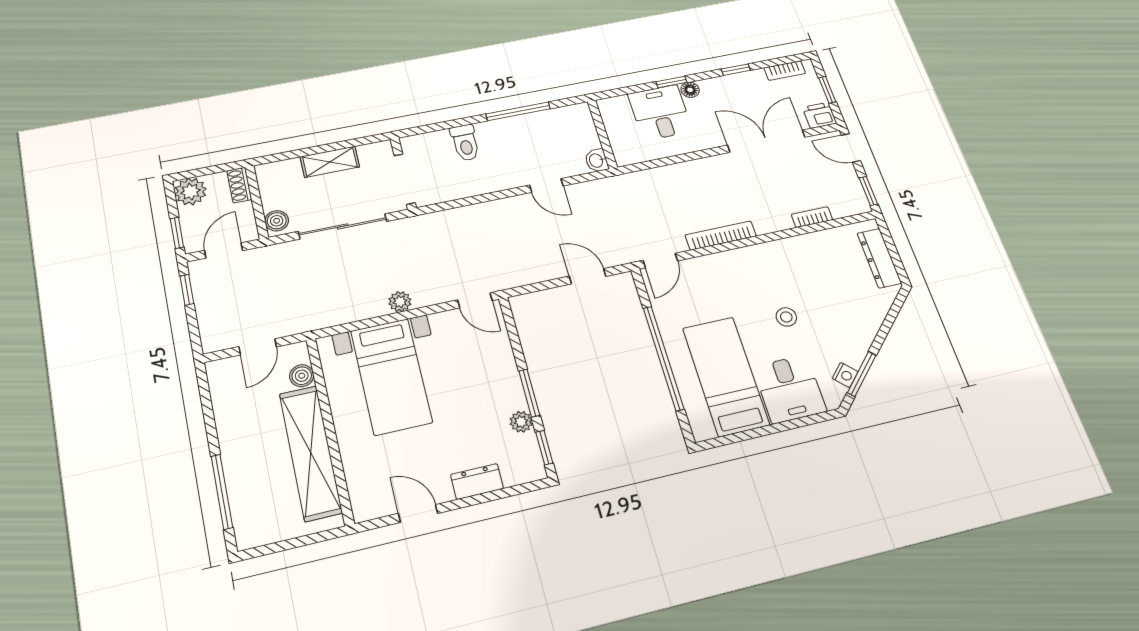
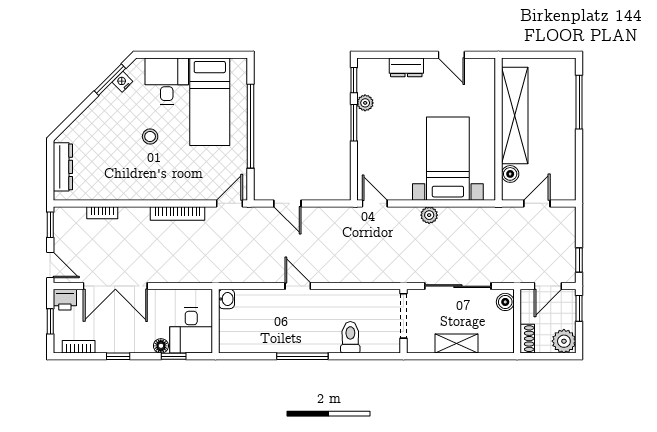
wall: (602, 134) -> (215, 321), moved
washbasin: (597, 160) -> (226, 299), moved

